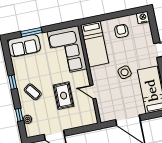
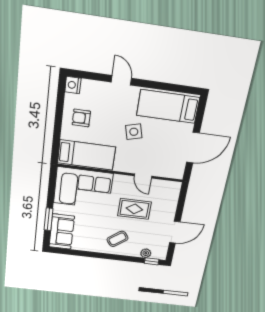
window: (13, 82) -> (99, 255), removed
door: (93, 92) -> (143, 176), hinge flipped
window: (19, 115) -> (152, 261), moved

